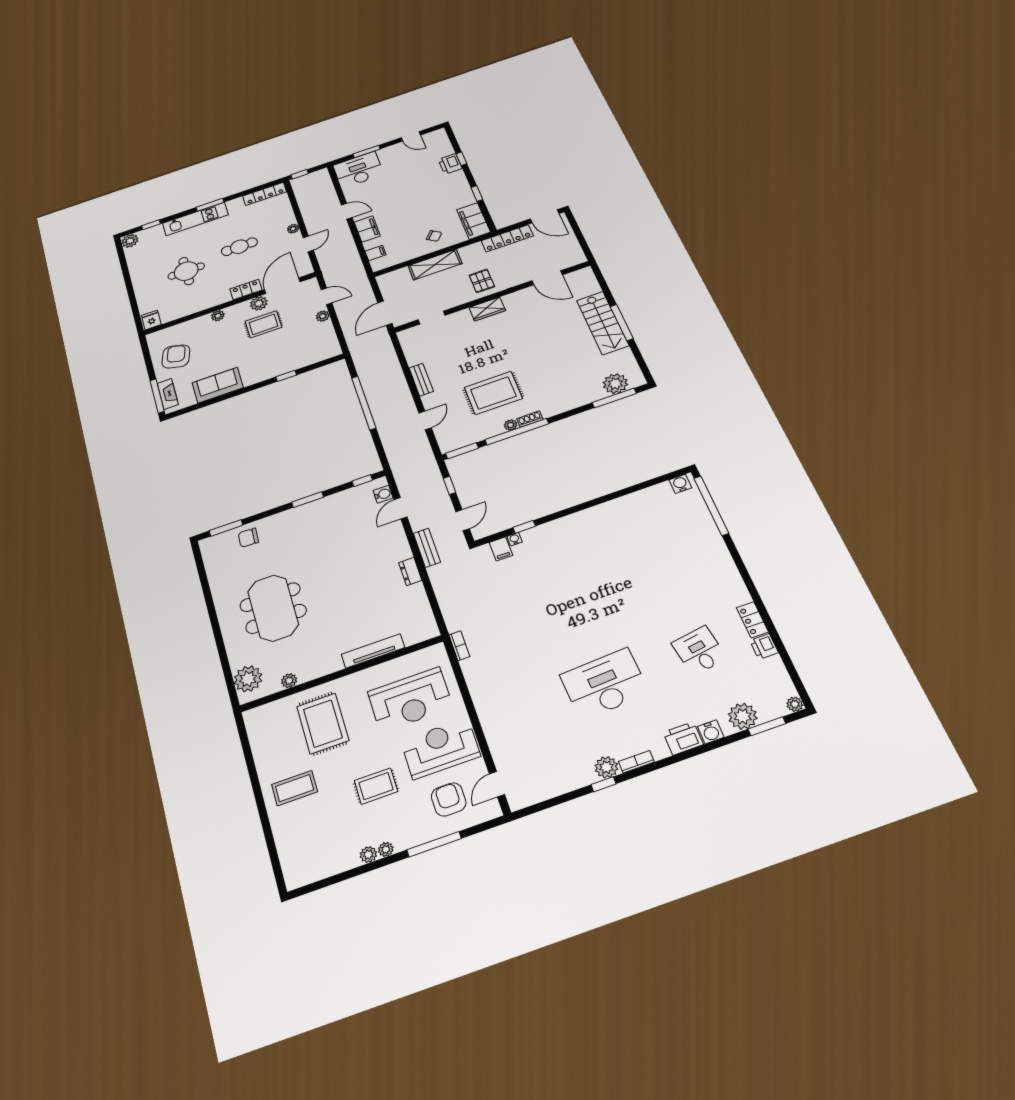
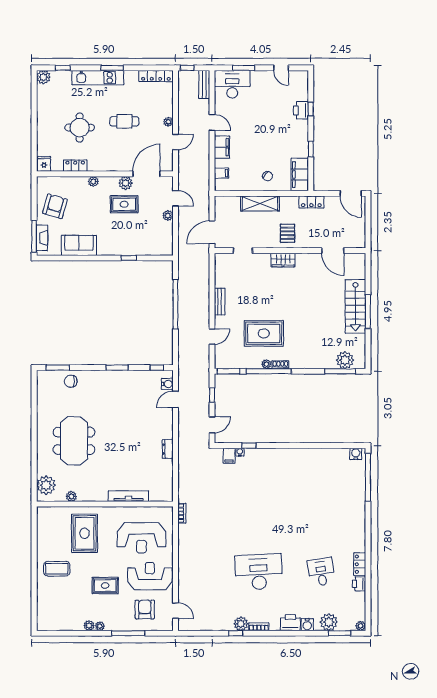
locker: (507, 238) -> (311, 202), width x0.66
locker: (246, 289) -> (75, 166), moved
bench: (427, 548) -> (204, 84), moved
door: (497, 784) -> (175, 611), swing flipped

